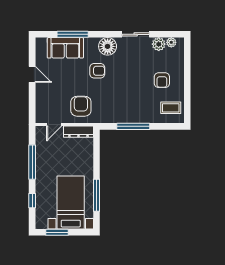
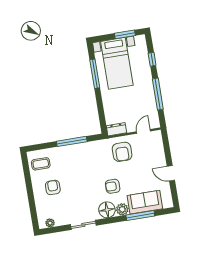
plant: (159, 44) -> (122, 209), moved
dresser: (78, 132) -> (116, 129), width x0.70

